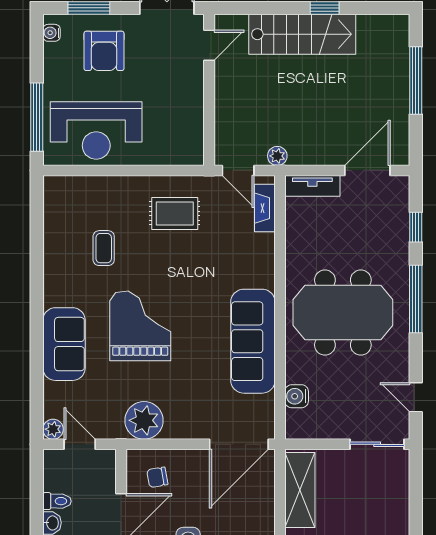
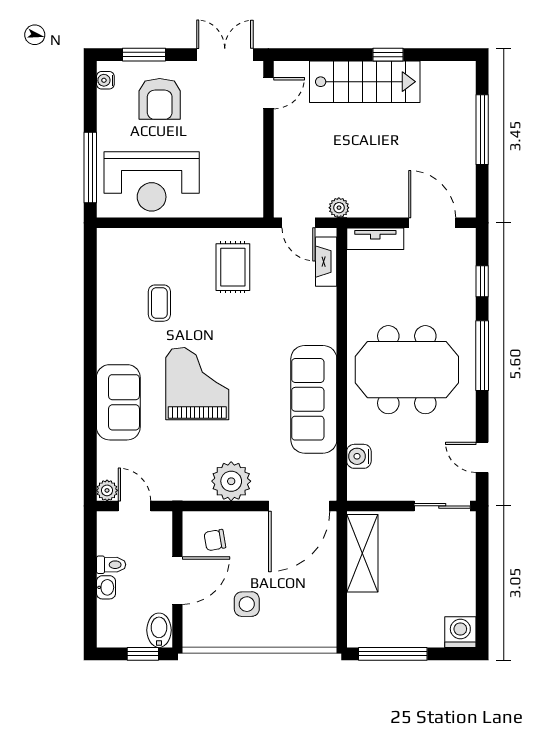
door: (367, 170) -> (432, 223), hinge flipped
rug: (175, 213) -> (233, 267), turned 90
plant: (144, 420) -> (231, 481), moved

